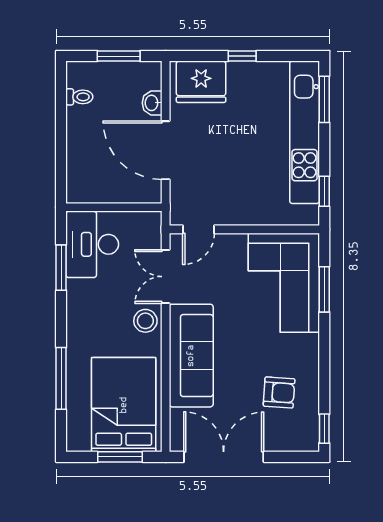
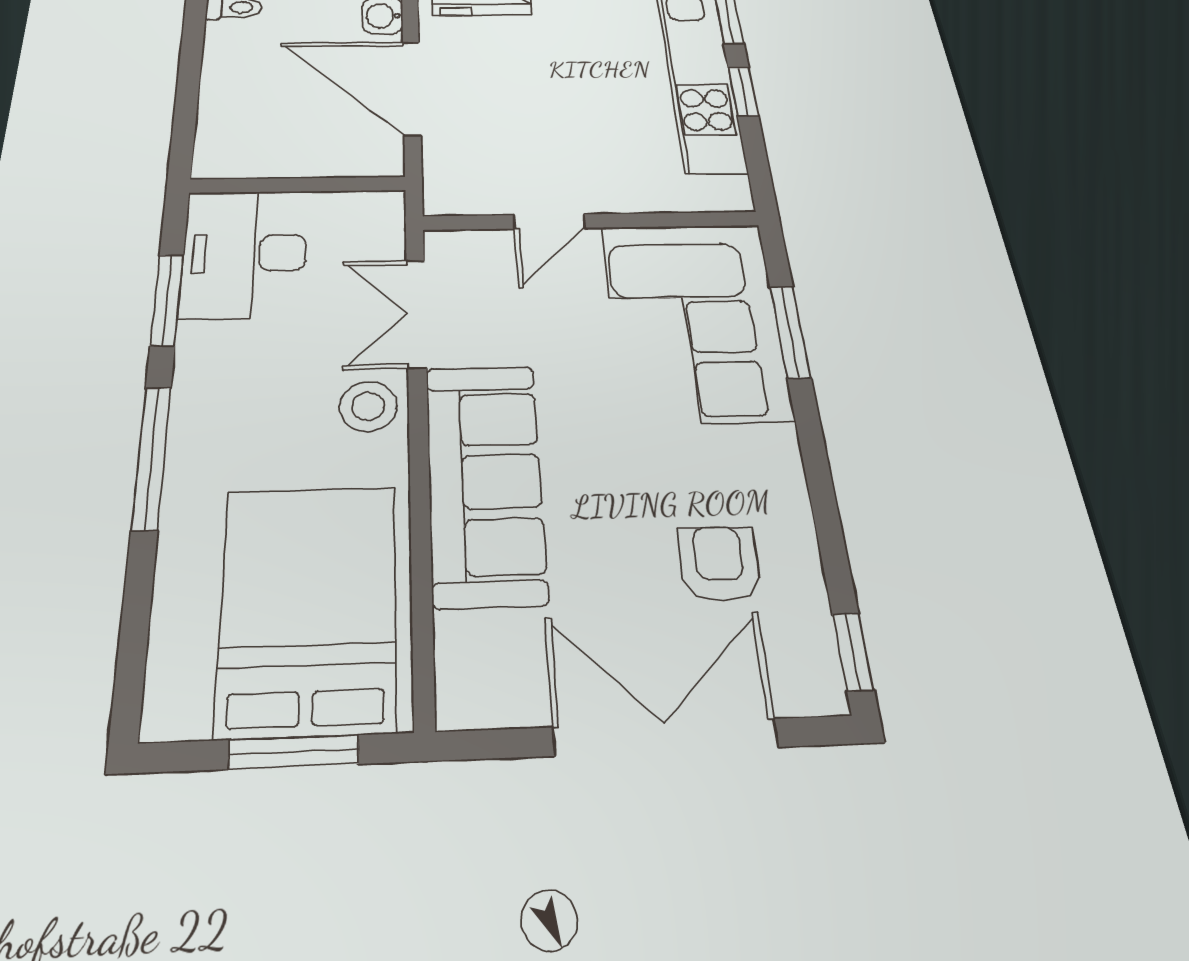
window: (324, 191) -> (743, 92), moved
door: (199, 229) -> (549, 221), moved
window: (61, 378) -> (152, 457), moved
armchair: (279, 392) -> (719, 564), turned -93
double door: (224, 457) -> (666, 737), moved

